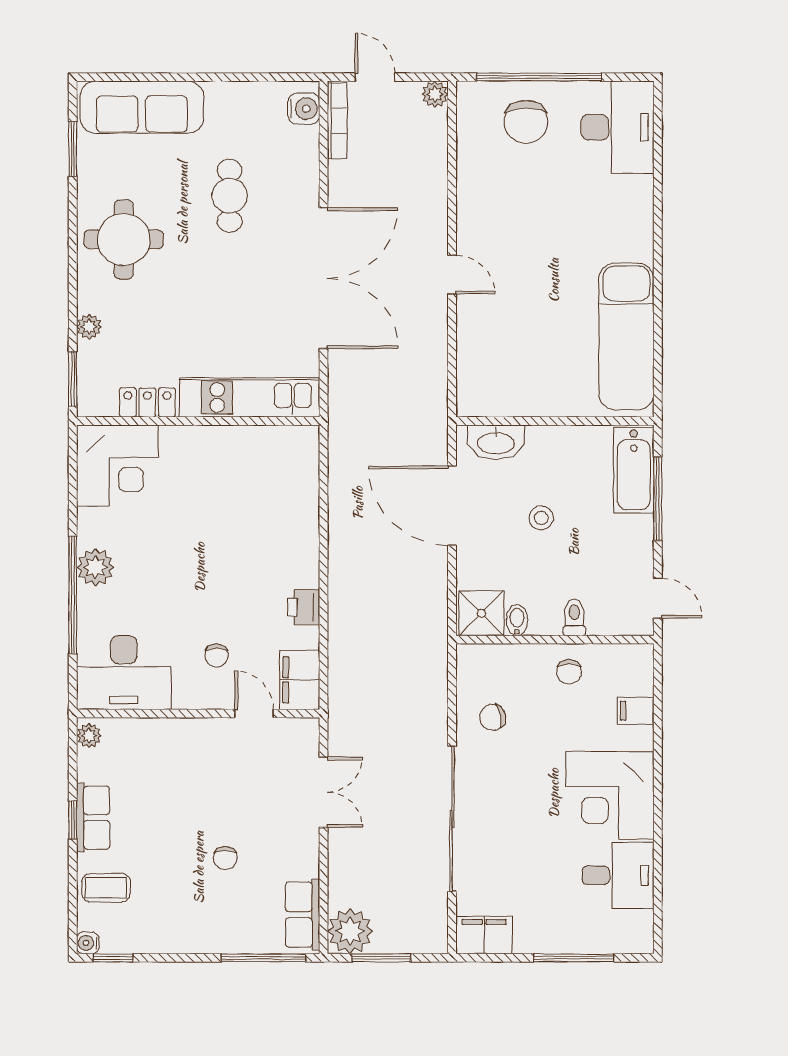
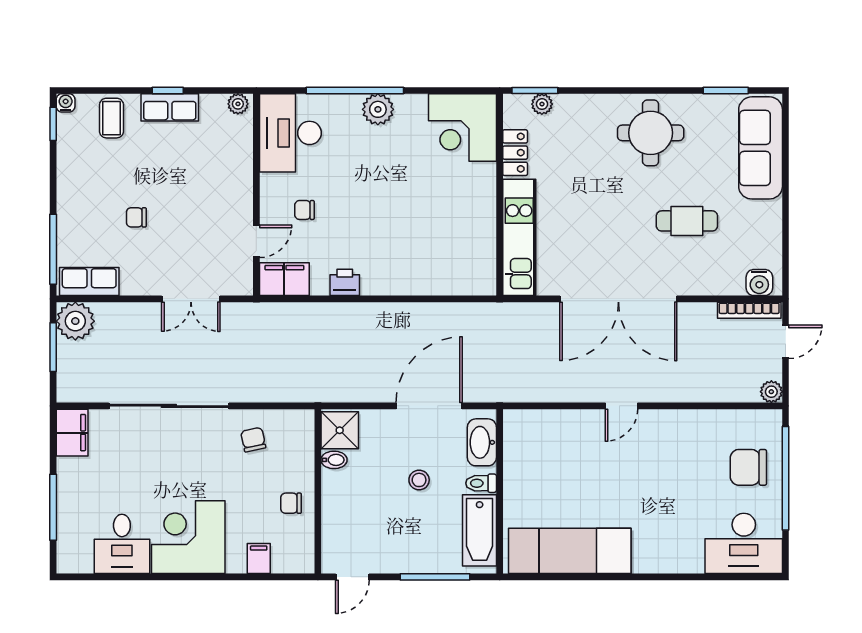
plant: (89, 327) -> (542, 104), moved
bathtub: (634, 470) -> (480, 530), moved, turned -90
toilet: (574, 617) -> (481, 483), moved, turned 180

